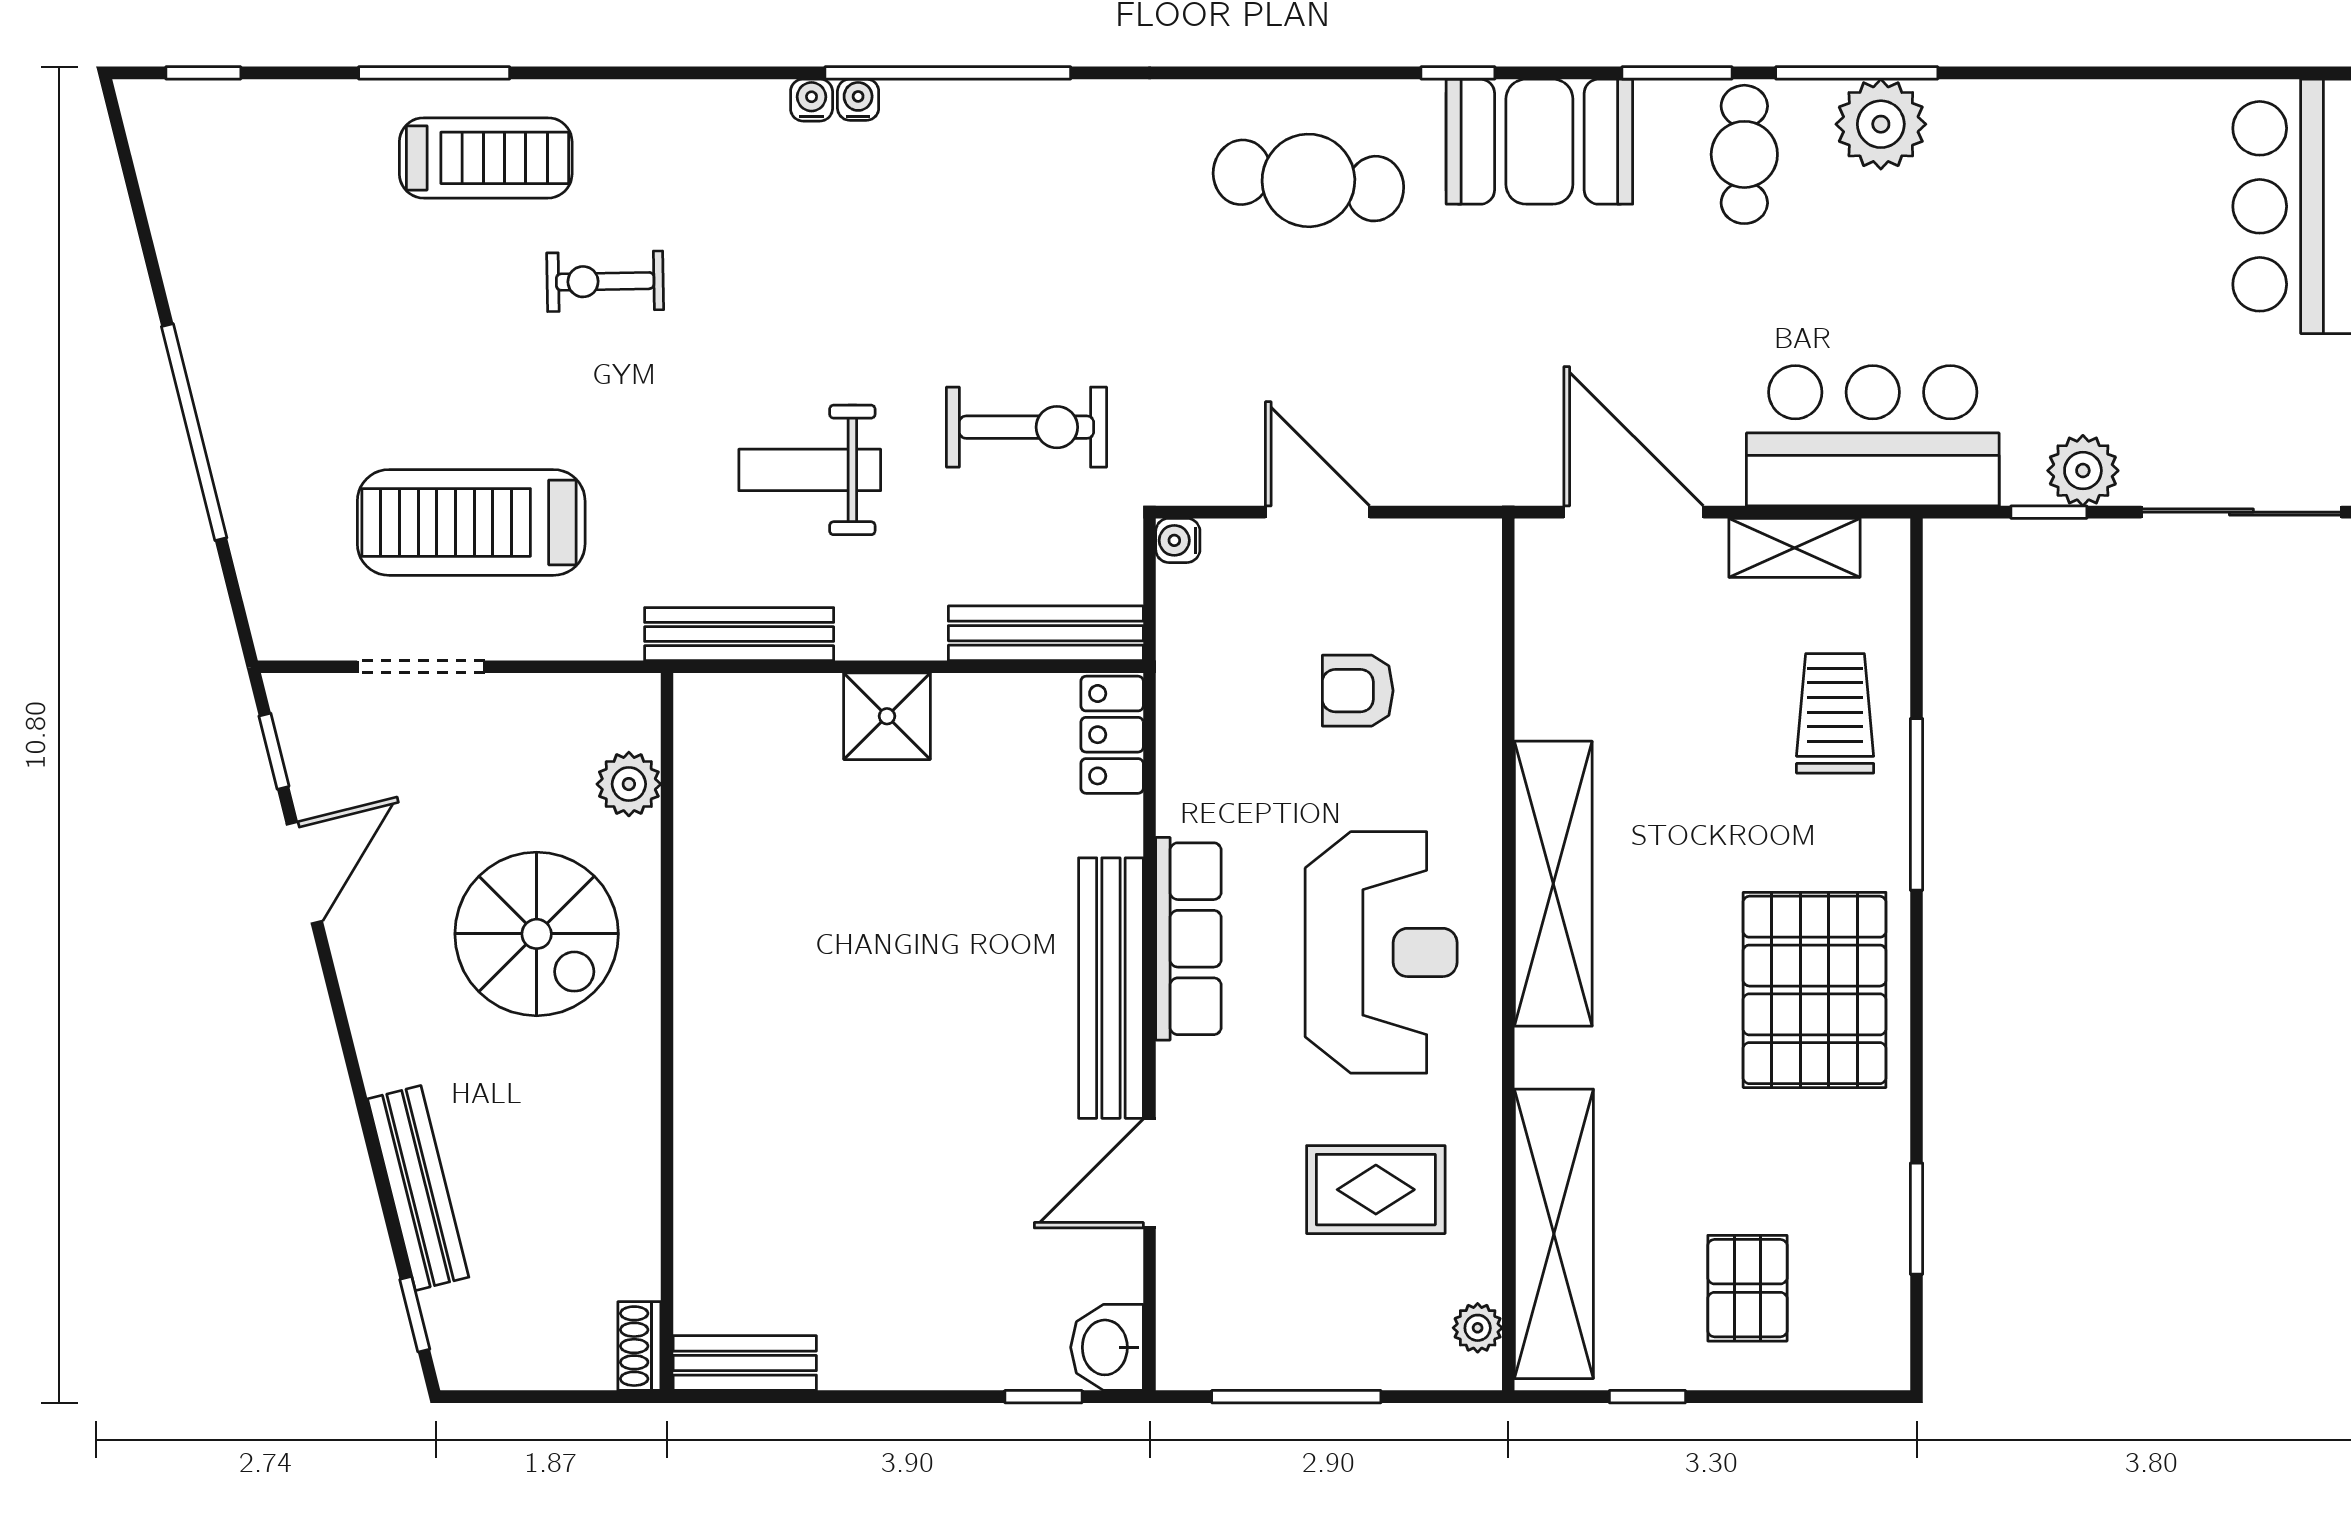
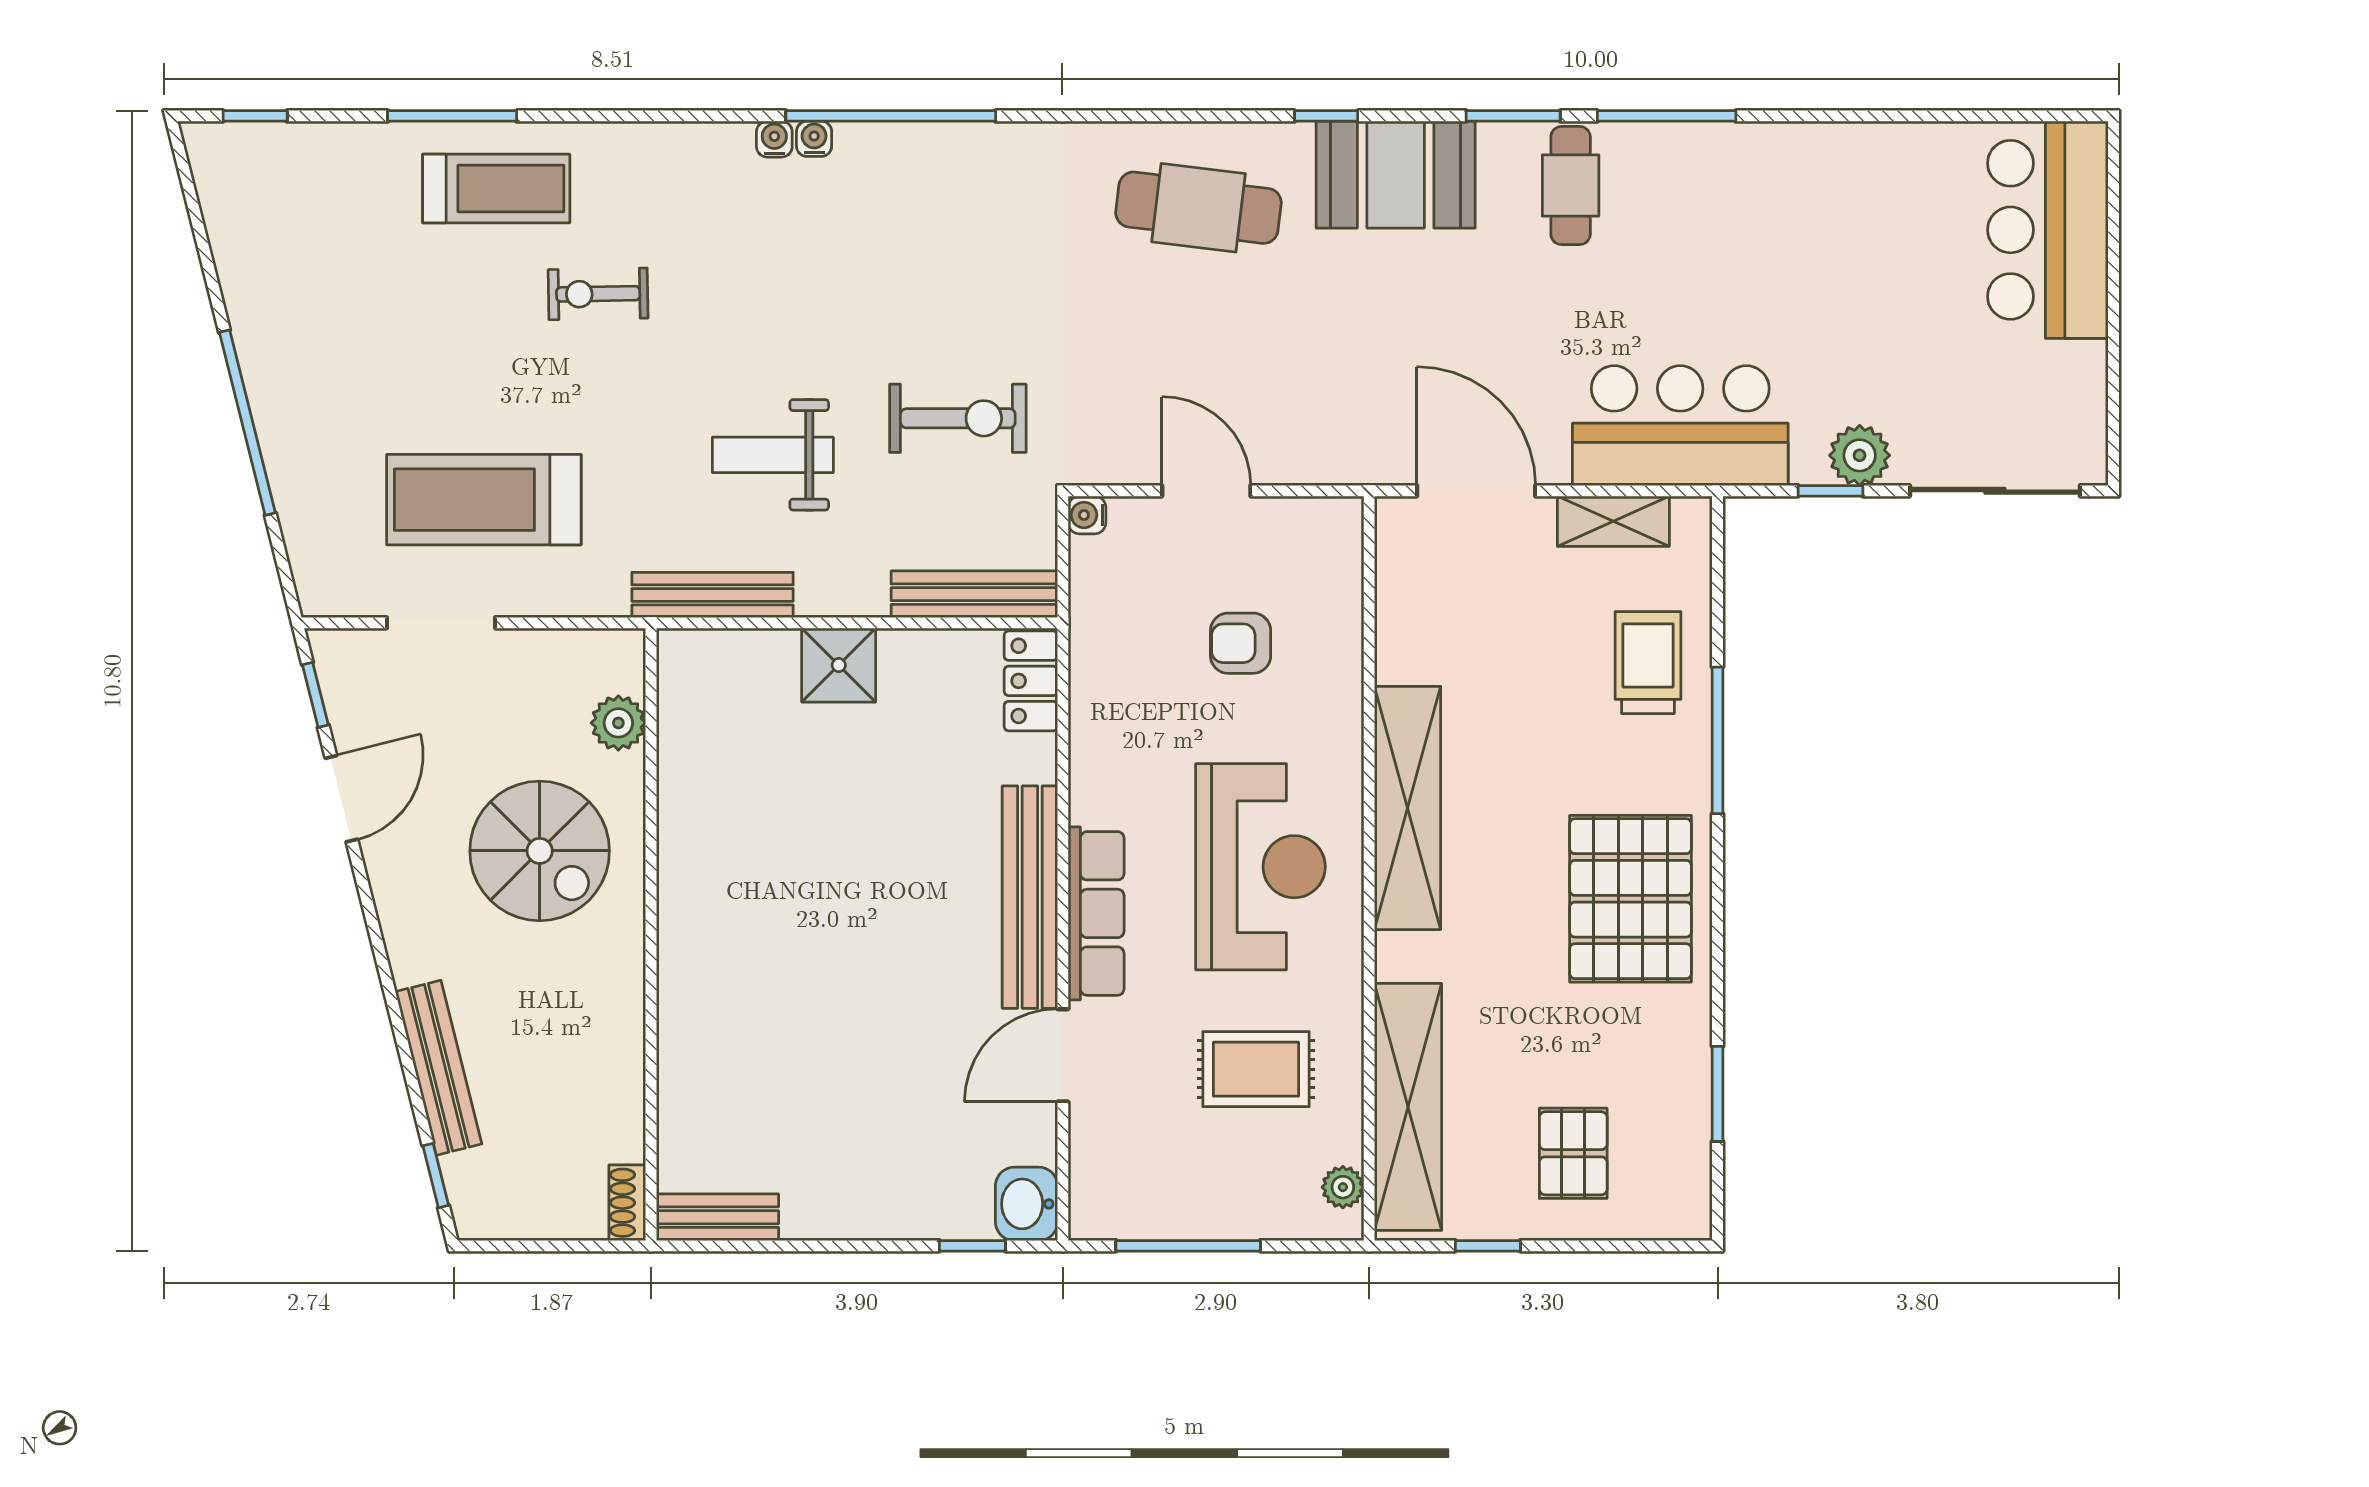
plant: (1881, 124) -> (1687, 160), removed
row of seats: (1188, 939) -> (1096, 913), moved

